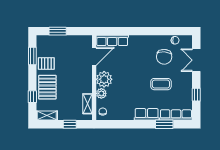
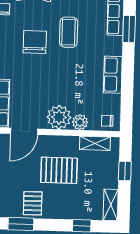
door: (94, 56) -> (24, 131), swing flipped
chair: (164, 57) -> (35, 42), moved, turned -95
pallet: (47, 87) -> (59, 170), moved
row of seats: (147, 114) -> (113, 75), moved

